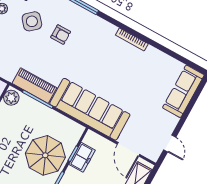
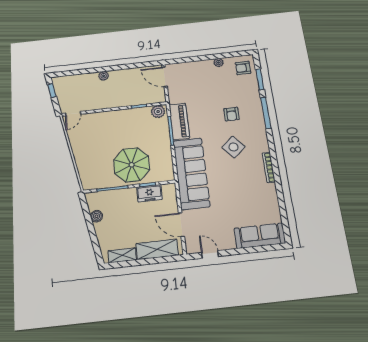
side table: (32, 21) -> (233, 147), moved
door: (170, 143) -> (210, 254), swing flipped
door: (128, 149) -> (181, 225), hinge flipped

